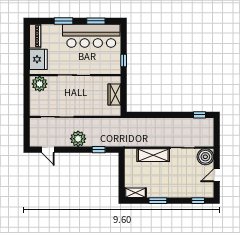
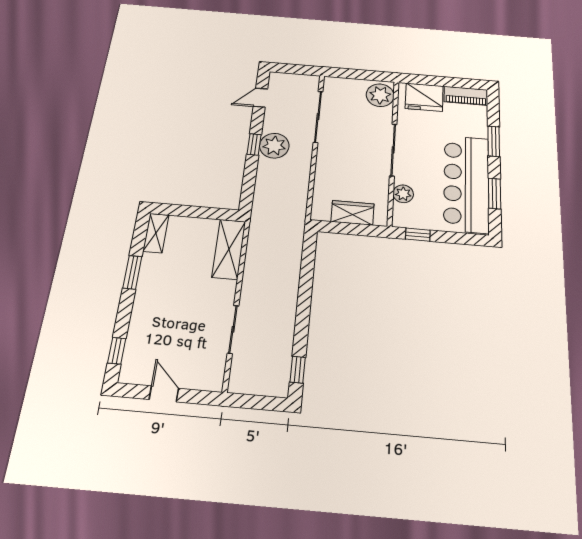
plant: (101, 69) -> (403, 194), added
window: (99, 150) -> (254, 144), moved
shelving: (153, 155) -> (229, 249), moved
boiler: (205, 157) -> (207, 374), removed

